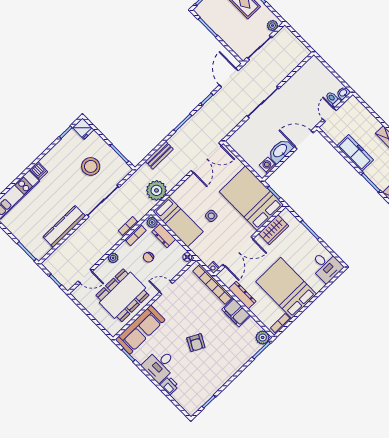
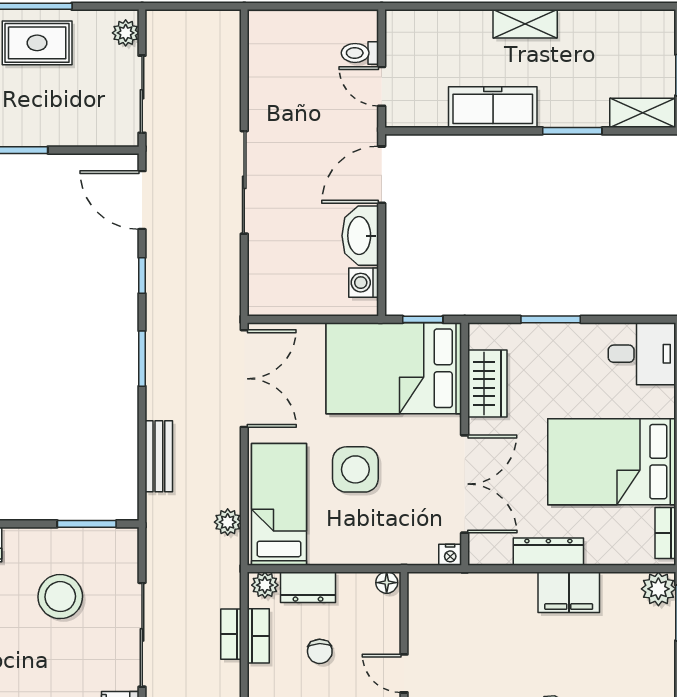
washbasin: (343, 93) -> (367, 25), removed
plant: (156, 190) -> (228, 522), width x0.53, depth x0.53
side table: (211, 216) -> (355, 469), width x1.87, depth x1.87
bed: (178, 222) -> (279, 504), moved, turned -90
bookcase: (213, 284) -> (478, 585), removed
door: (166, 288) -> (404, 673), hinge flipped

